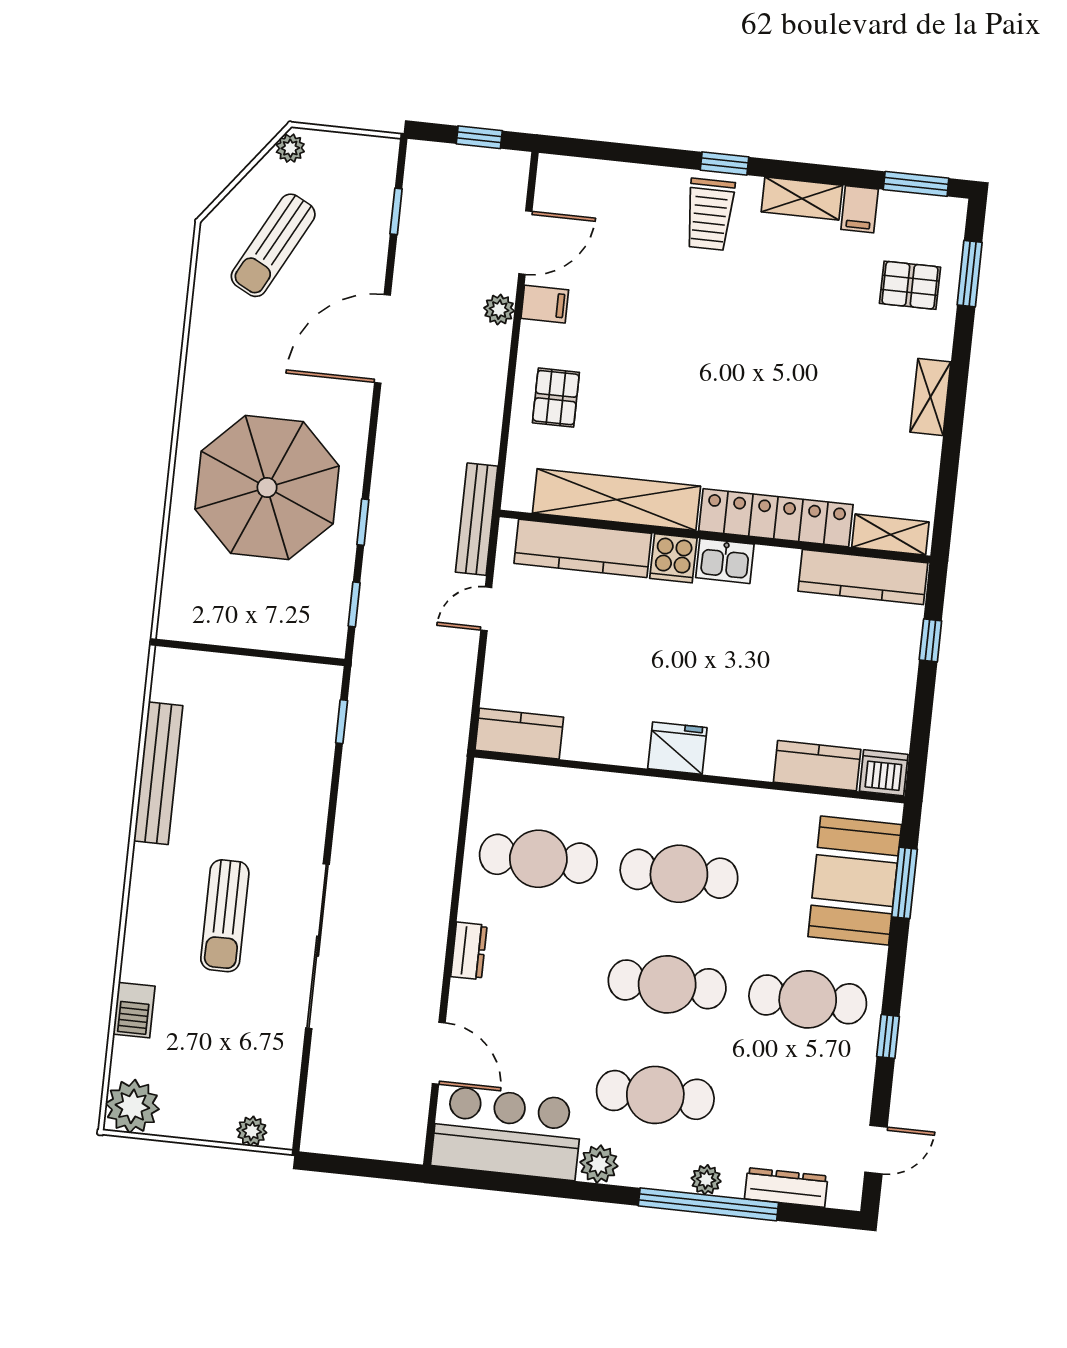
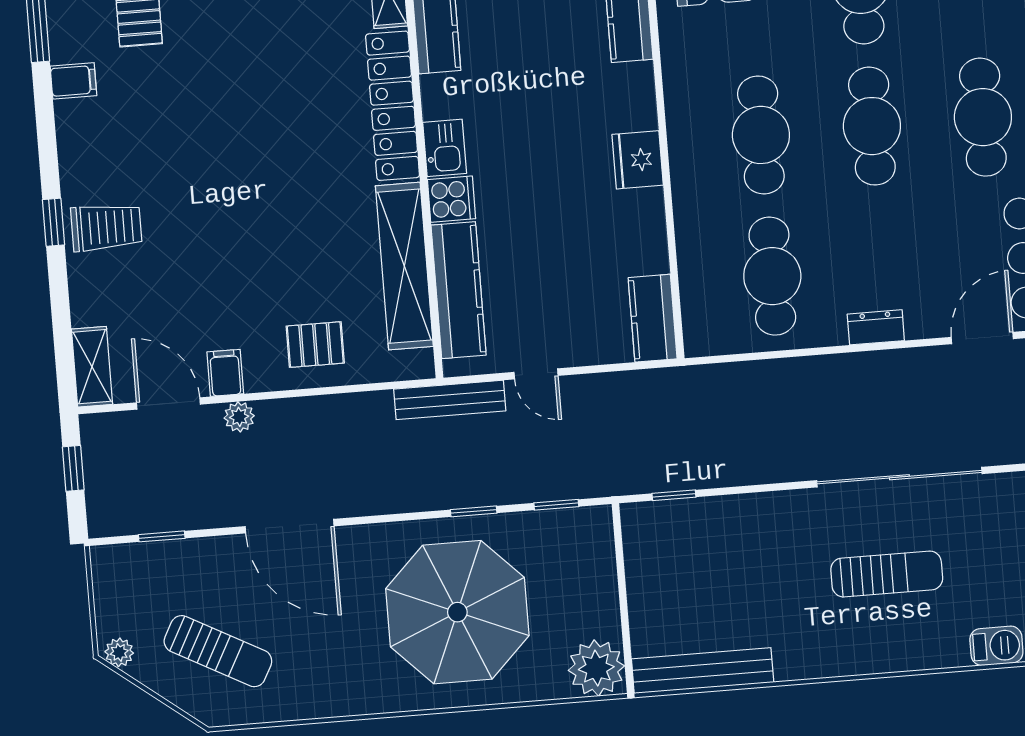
shelving: (802, 199) -> (92, 367), moved
plant: (186, 613) -> (596, 668), added
bench: (158, 773) -> (703, 671), moved

